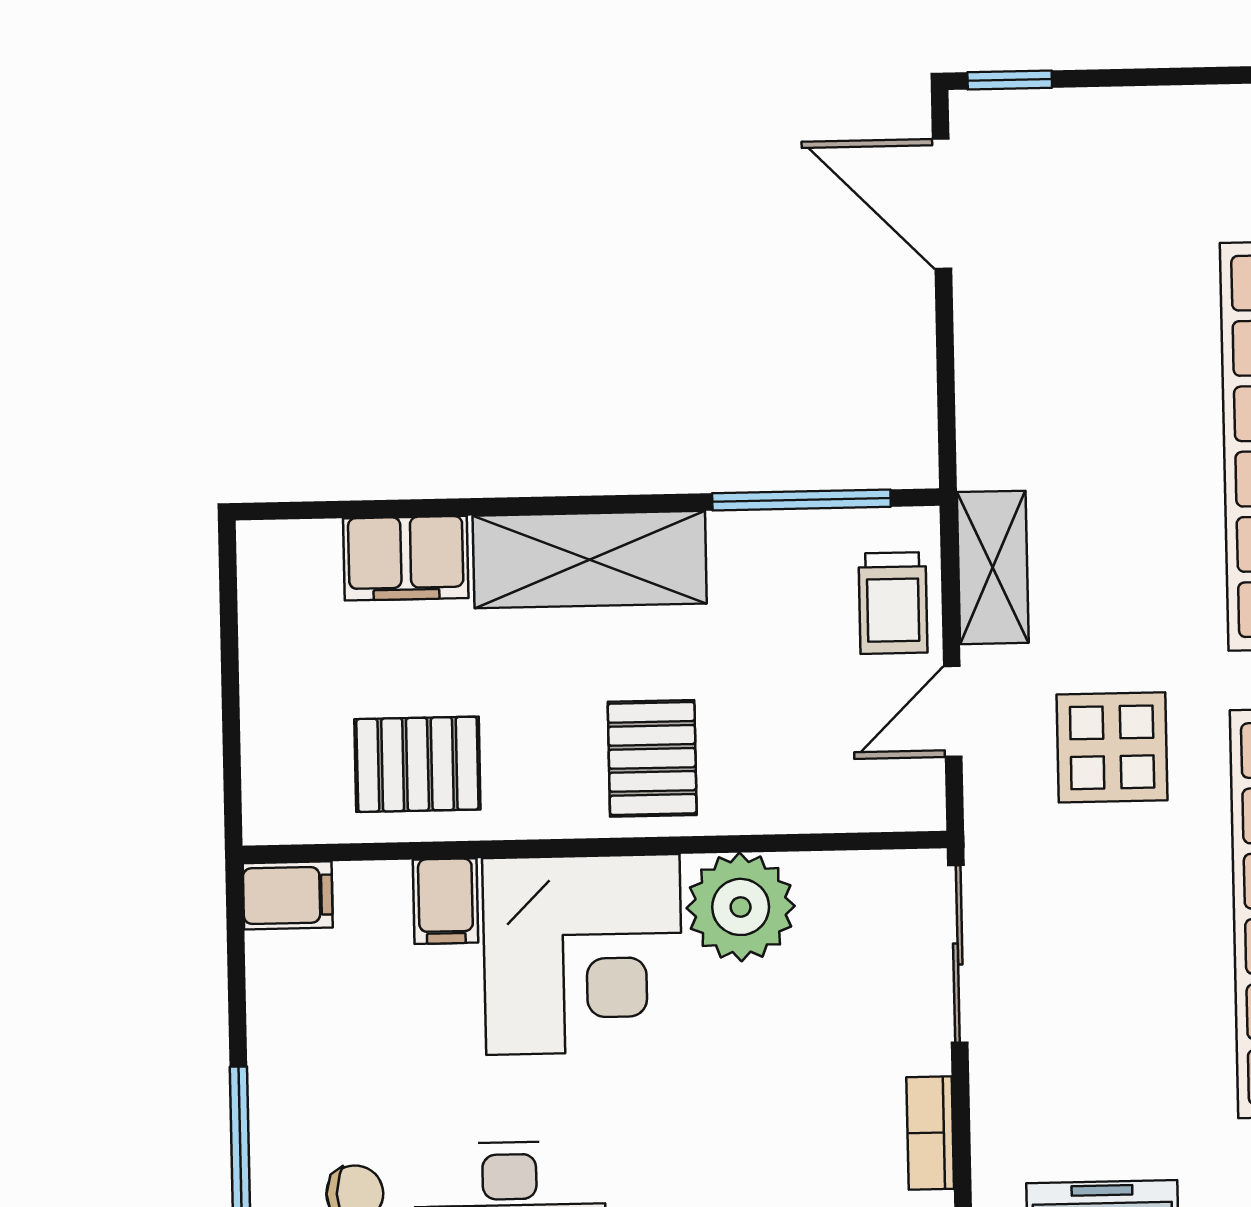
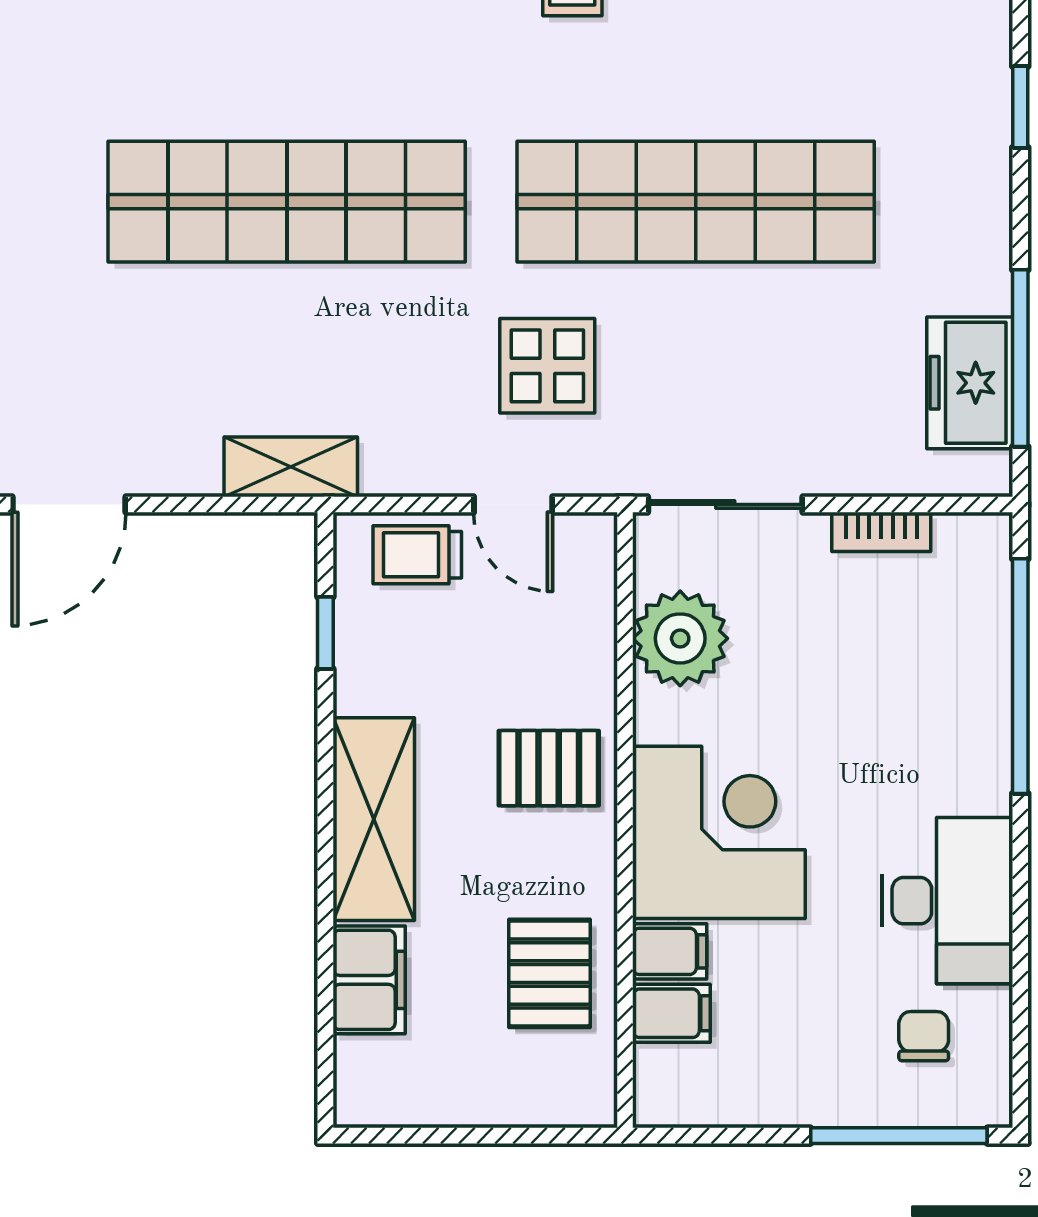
window: (801, 500) -> (325, 633), width x0.46
shelving: (993, 567) -> (291, 467), moved
trolley: (893, 603) -> (417, 555), turned 180
filing cabinet: (288, 895) -> (671, 1013), moved, turned 90
plant: (741, 907) -> (680, 638), moved

